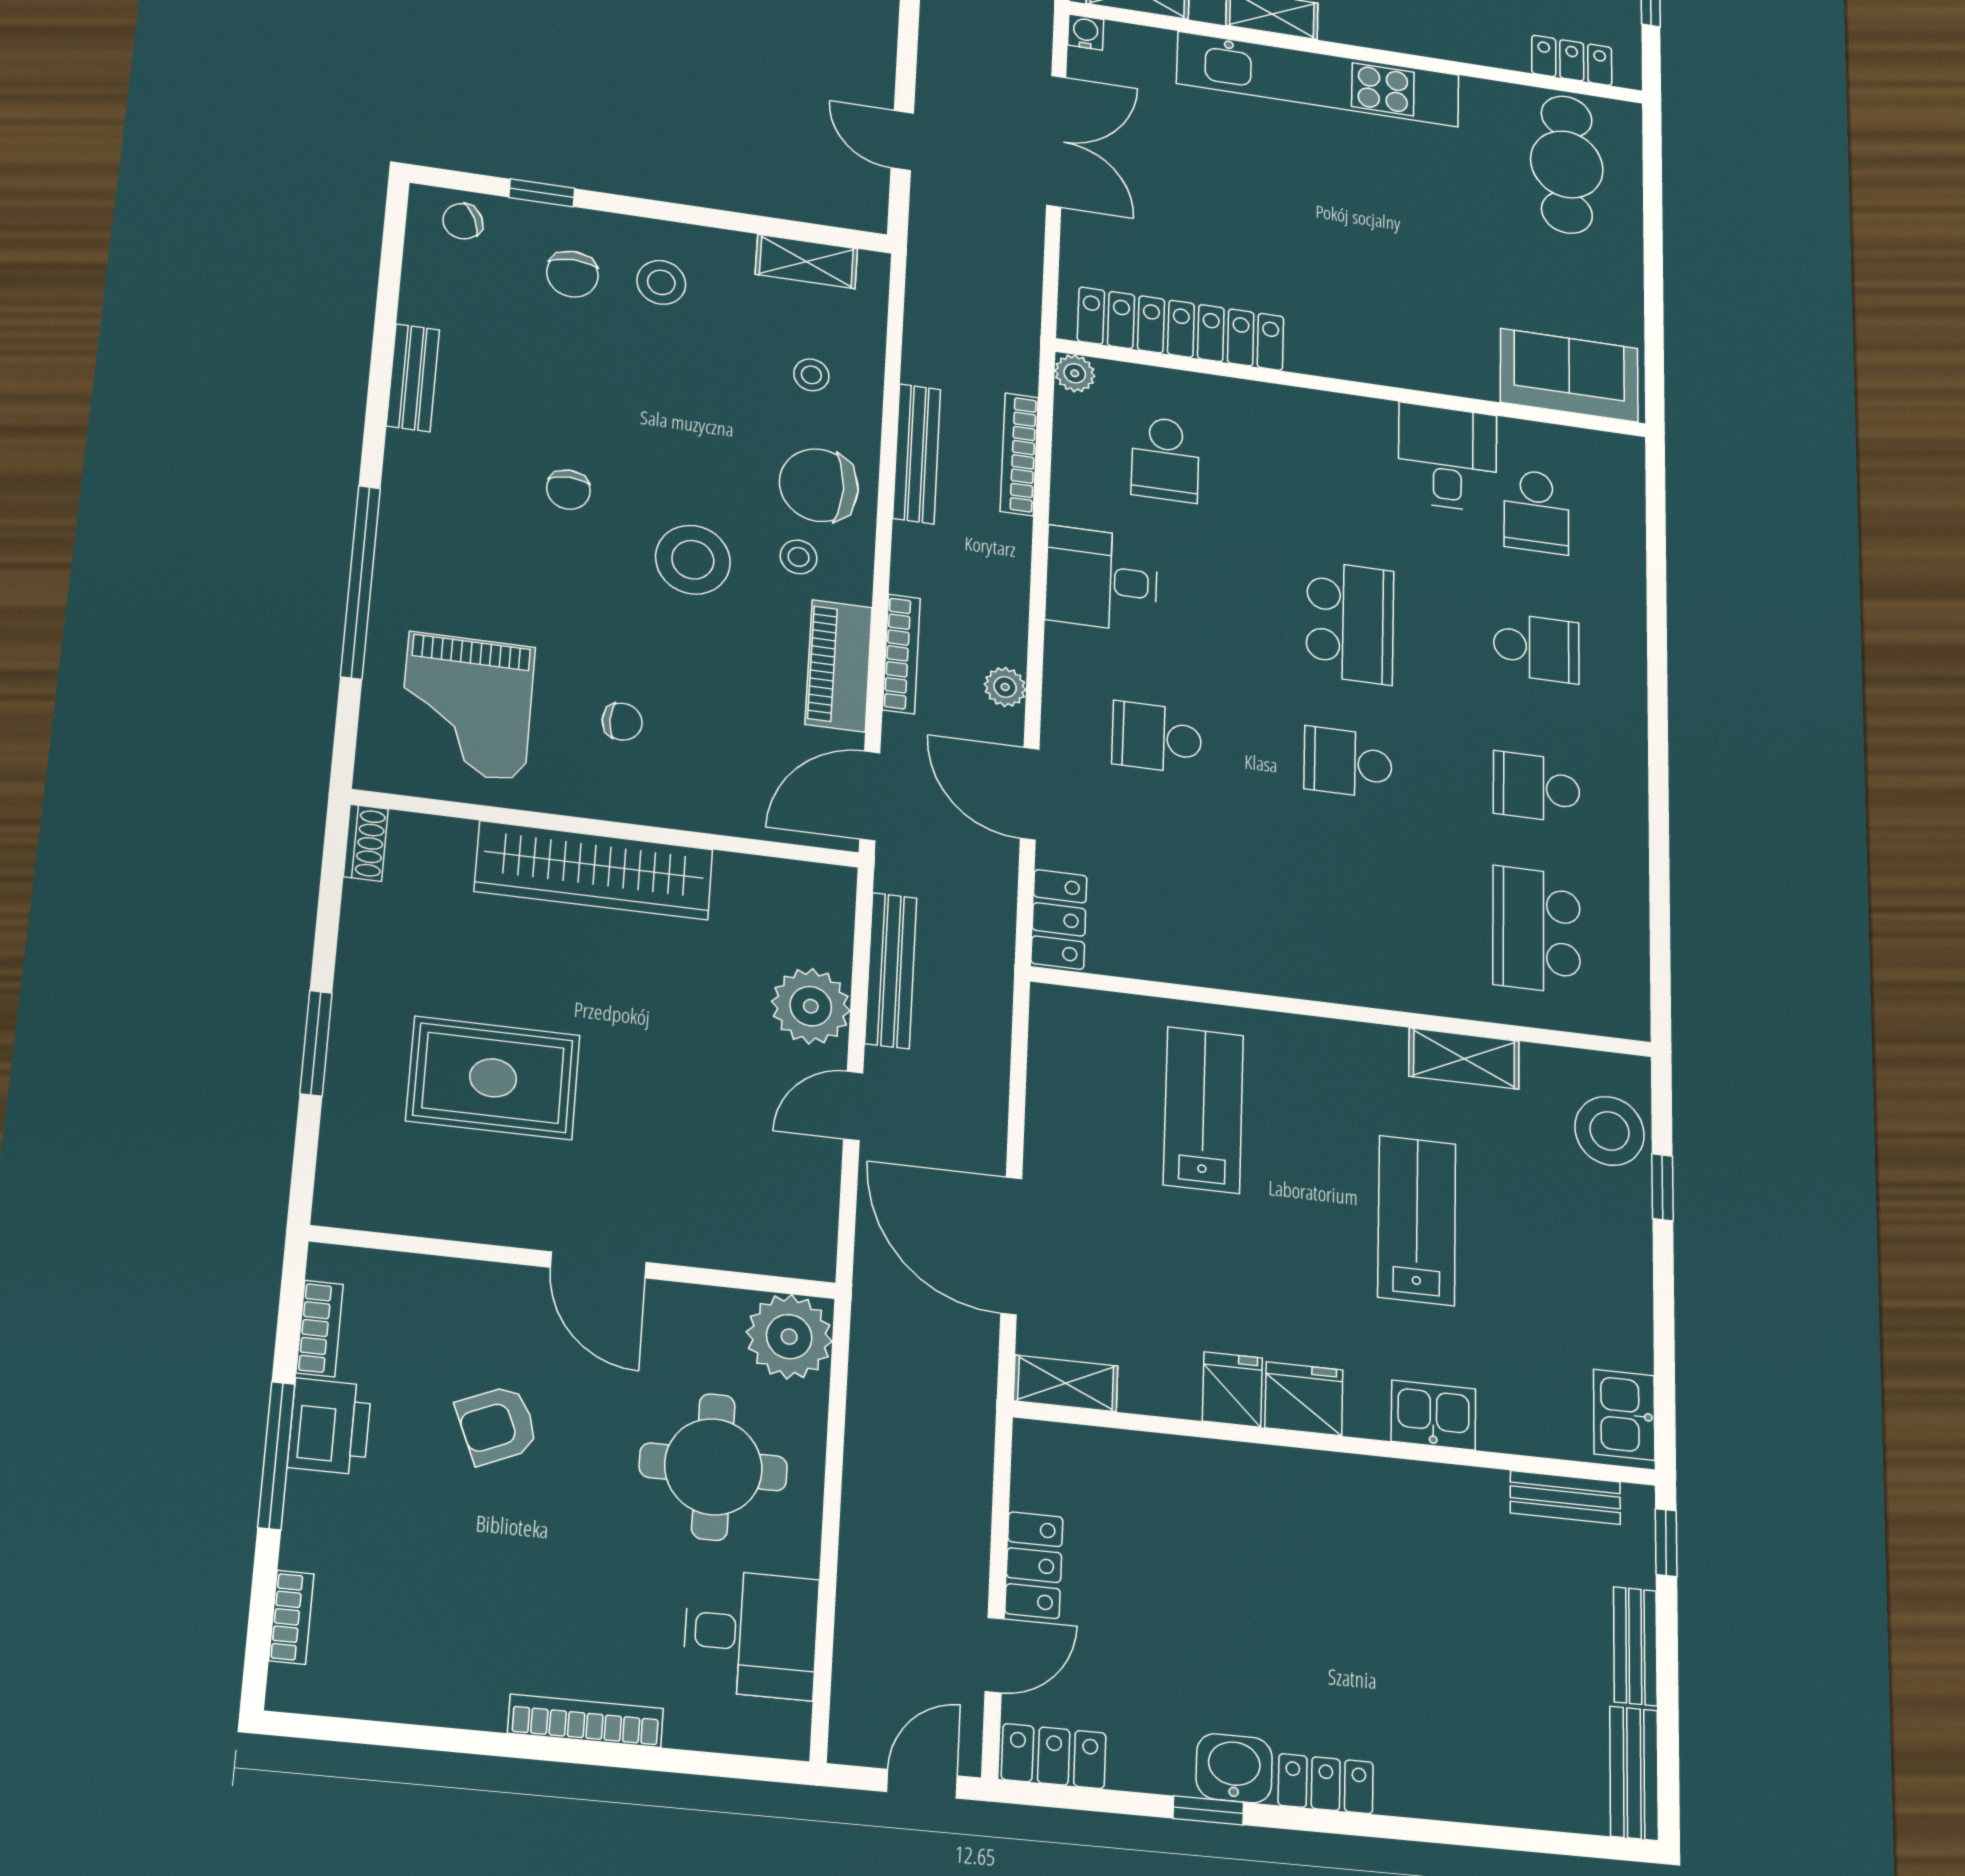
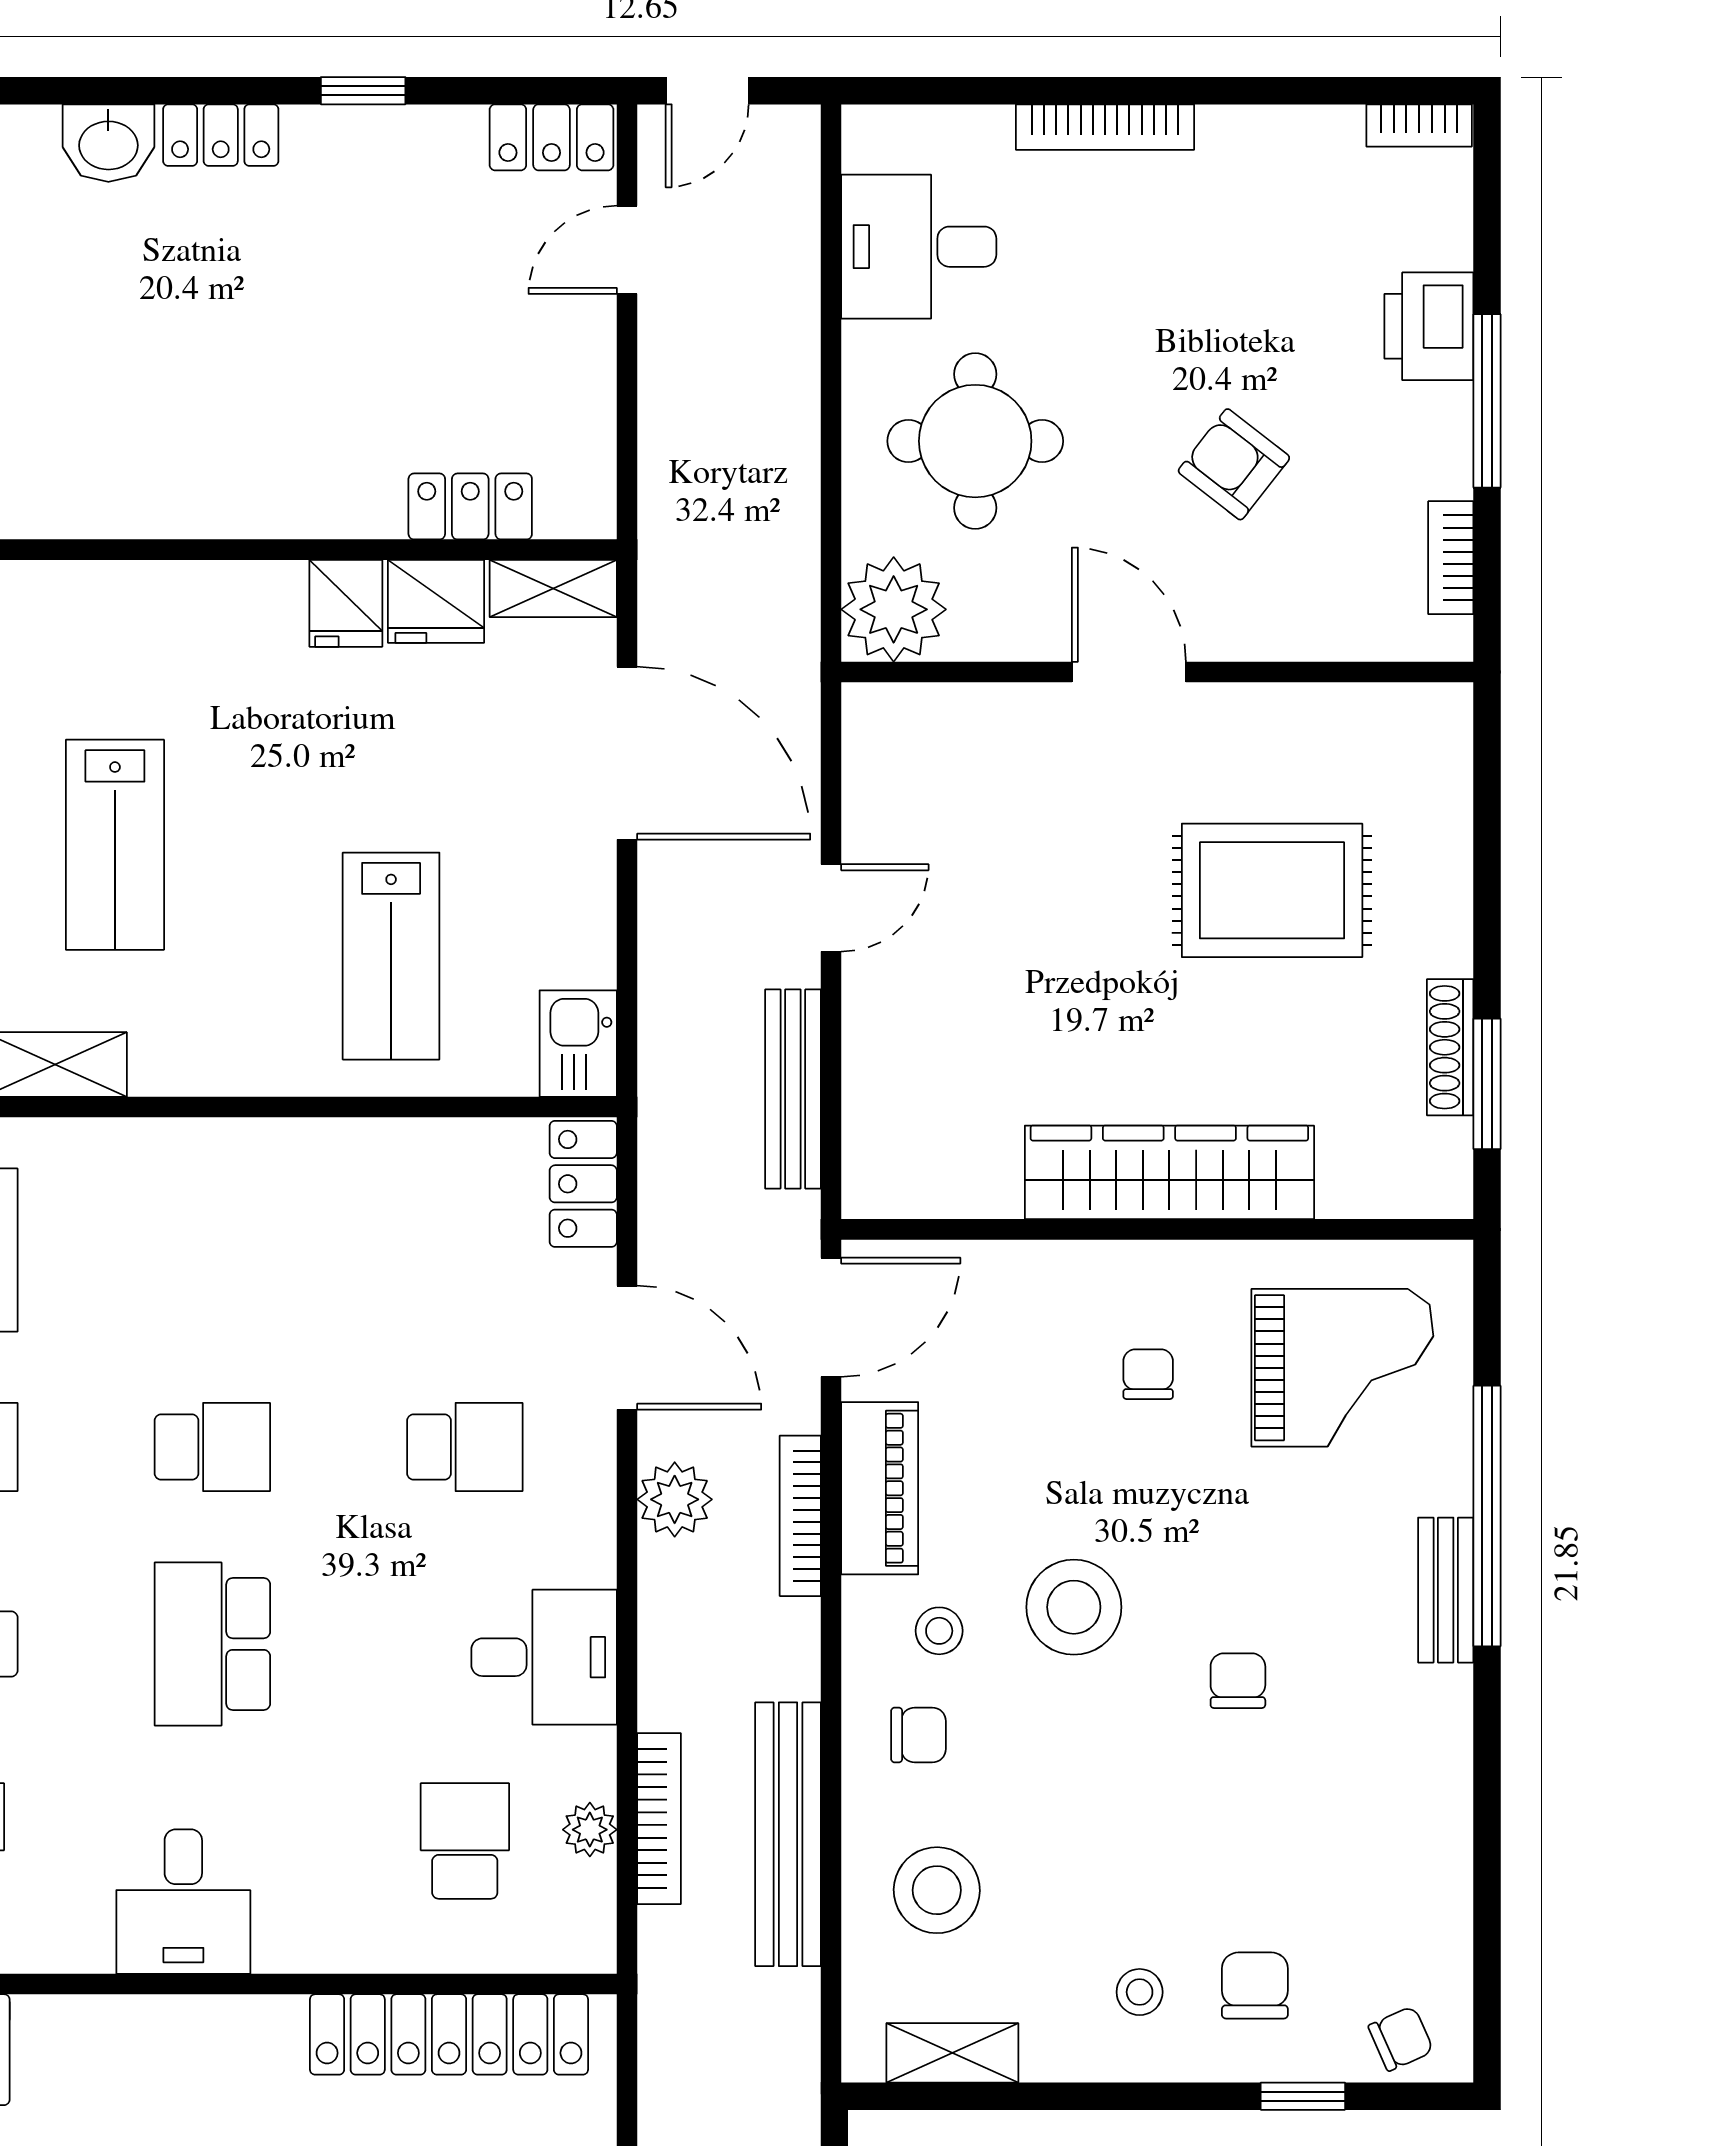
stool: (661, 282) -> (1140, 1992), width x0.73, depth x0.73
plant: (1075, 373) -> (590, 1830), moved
stool: (811, 375) -> (937, 1890), width x1.89, depth x1.89
bench: (413, 378) -> (1446, 1590), moved
bench: (917, 454) -> (788, 1834), width x1.37, depth x1.21
desk: (1448, 458) -> (183, 1902), moved
chair: (819, 485) -> (919, 1735), width x0.54, depth x0.54
plant: (1005, 687) -> (675, 1499), width x1.38, depth x1.38
grand piano: (467, 706) -> (1342, 1368), turned 90
chair: (622, 722) -> (1148, 1374), turned 90
shoe rack: (366, 843) -> (1450, 1047), moved, width x1.43
plant: (811, 1006) -> (890, 1030), removed
window: (316, 1043) -> (1487, 1084), moved
fridge: (1304, 1399) -> (436, 601), moved
kitchen sink: (1433, 1415) -> (578, 1044), moved, turned 90
armchair: (497, 1425) -> (1234, 464), turned -119
printer: (329, 1426) -> (1429, 326), moved
locker: (1034, 1565) -> (470, 506), moved, turned 90
bookcase: (291, 1617) -> (1419, 125), moved, turned -90
washbasin: (1234, 1768) -> (108, 143), moved

